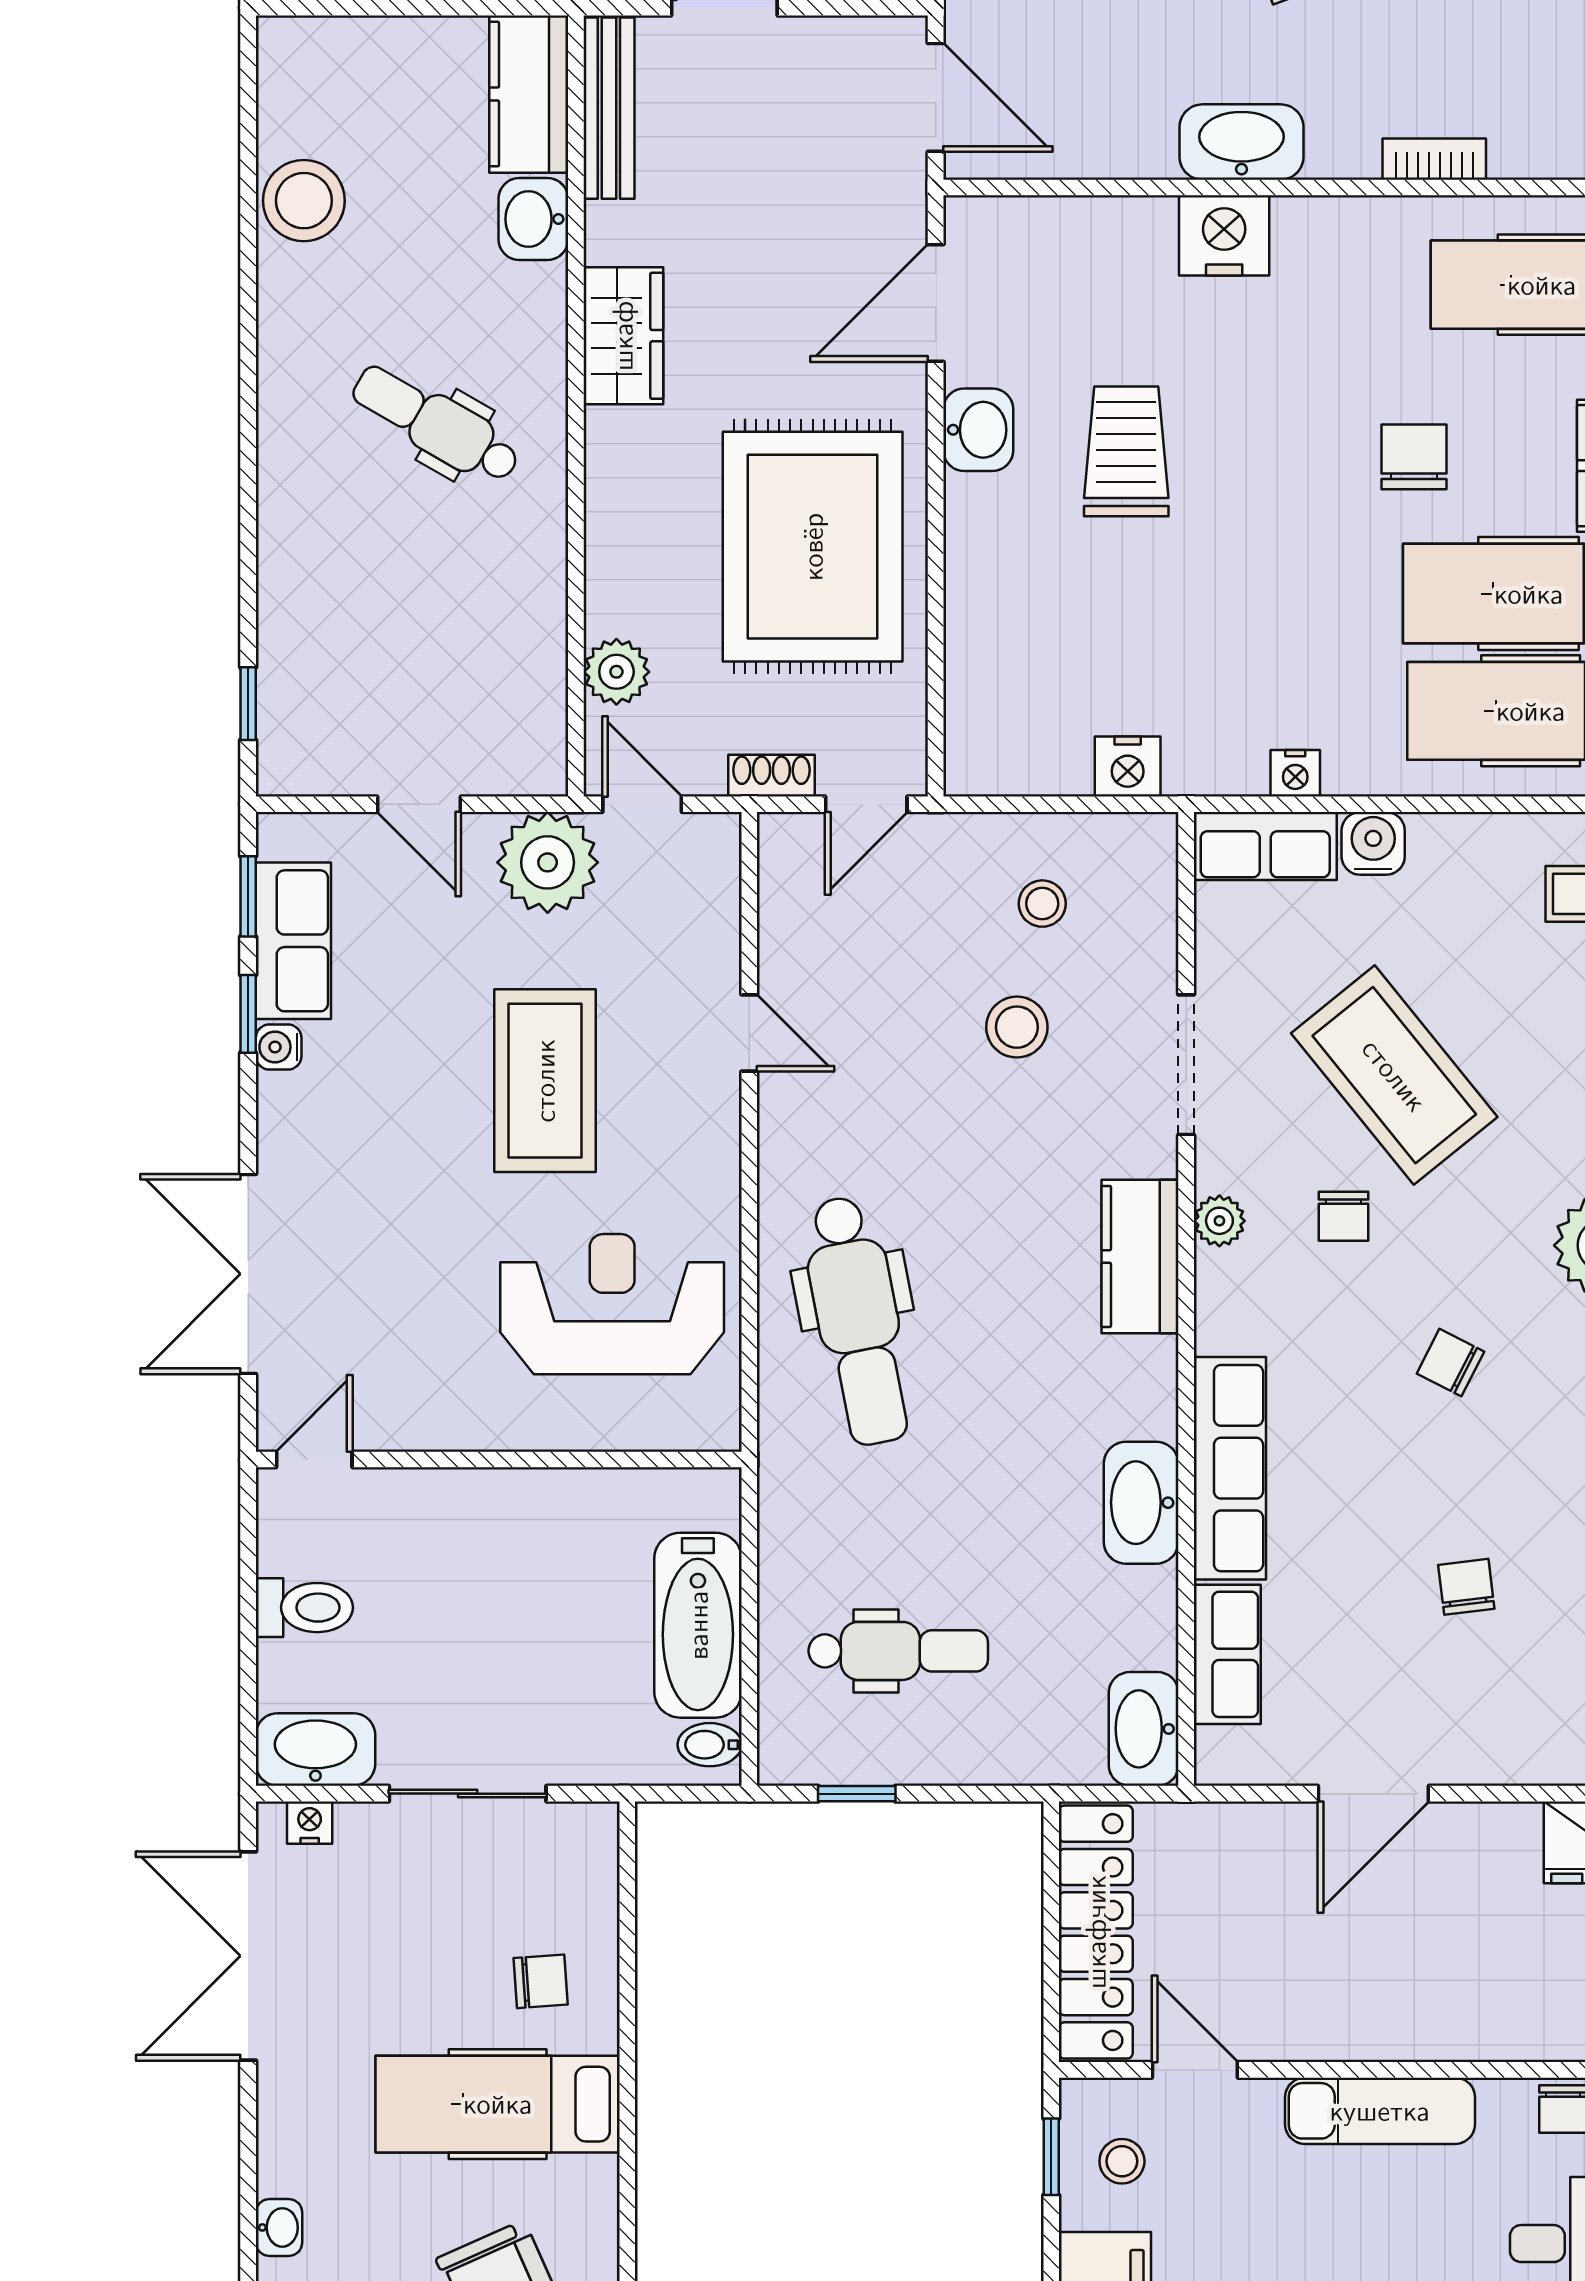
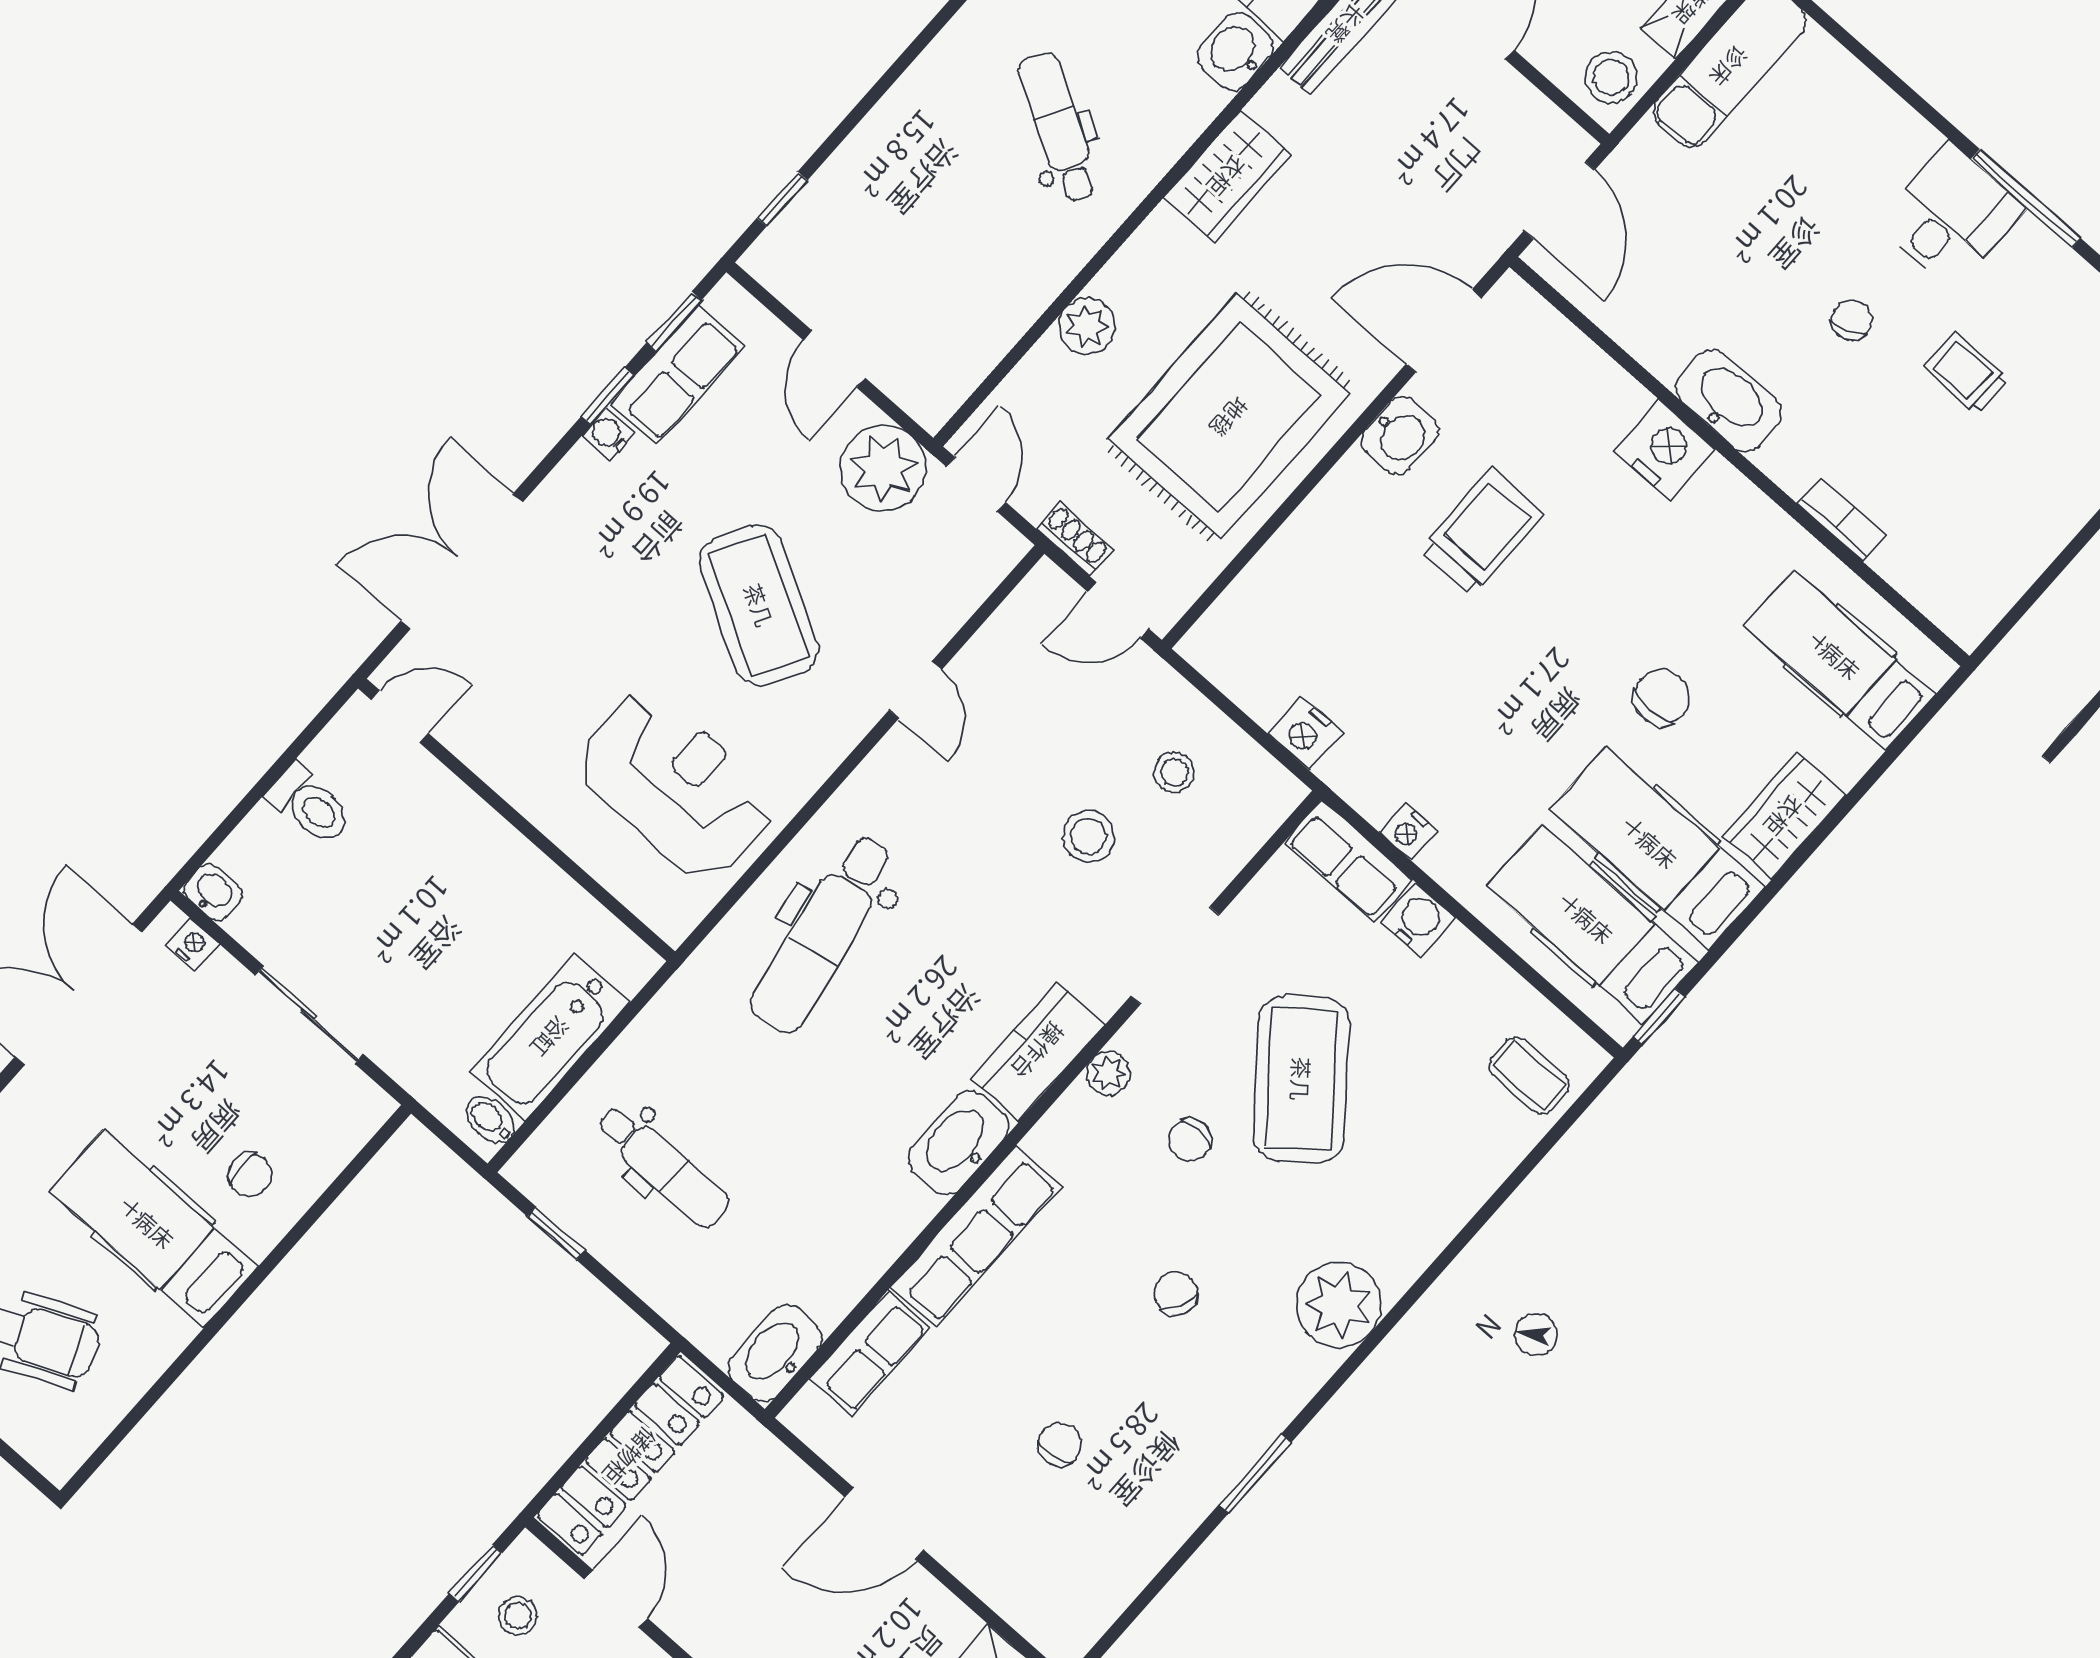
plant: (616, 672) -> (1087, 326), moved
coffee table: (545, 1081) -> (759, 605), turned -61
washbasin: (1141, 1503) -> (958, 1143), moved
washbasin: (315, 1749) -> (213, 892), width x0.52, depth x0.69

